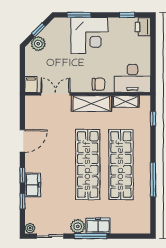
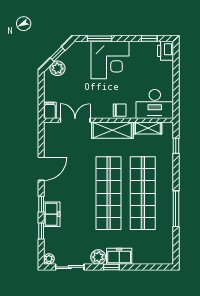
window: (91, 236) -> (111, 267), width x0.46

